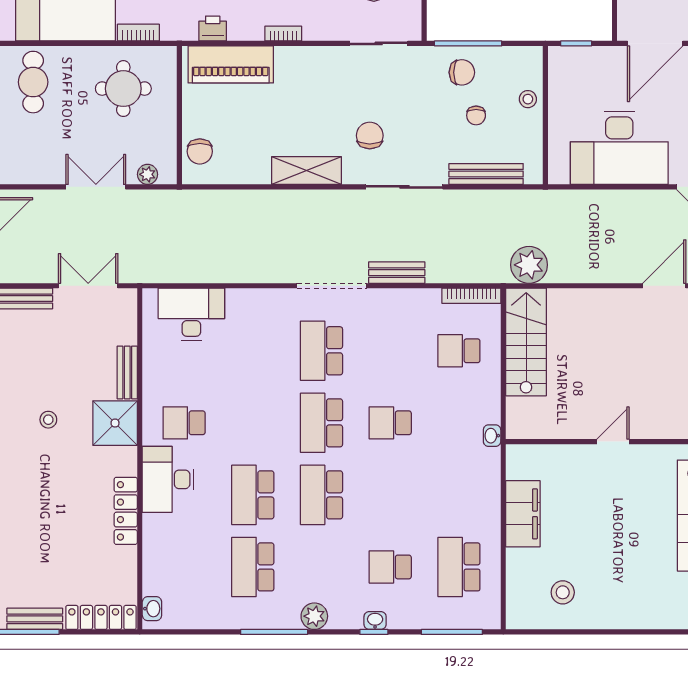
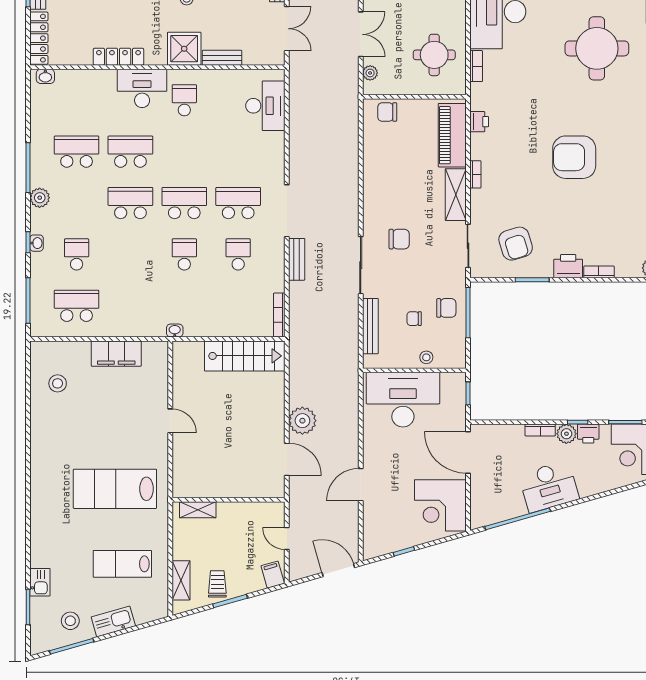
chair: (462, 72) -> (446, 308), turned -90
desk: (619, 148) -> (403, 400), moved, turned 90
shelving: (306, 170) -> (456, 195), moved
plant: (529, 265) -> (302, 421), moved
school desk: (459, 351) -> (238, 254), moved

